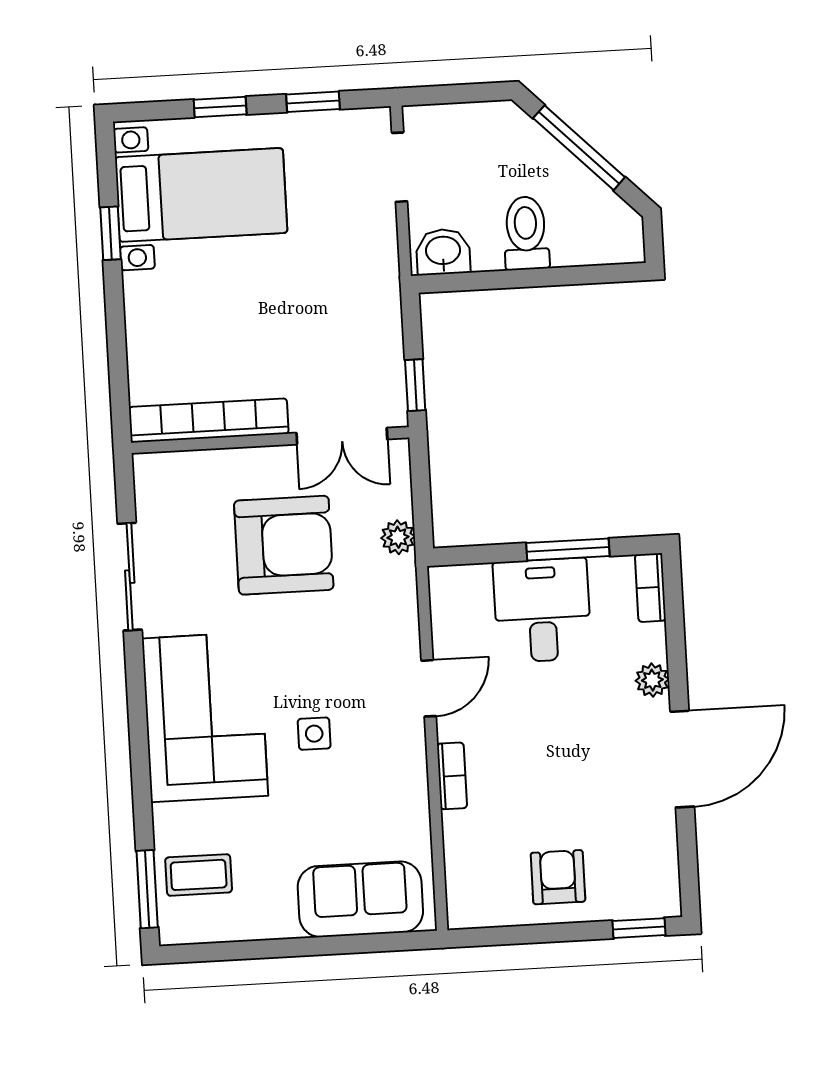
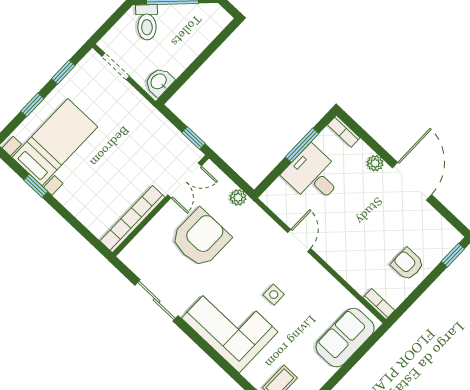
toilet: (526, 233) -> (147, 22), moved, turned -135
bookcase: (452, 776) -> (379, 304), moved

